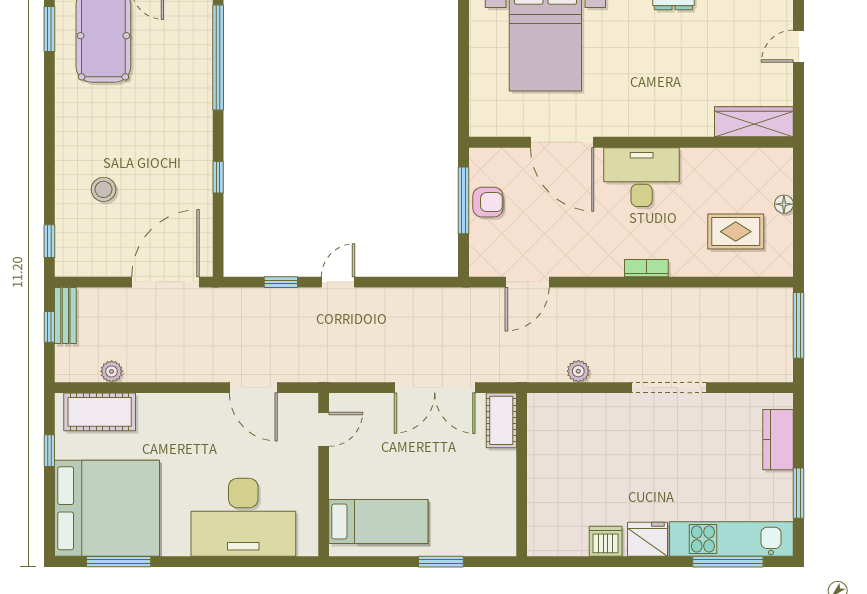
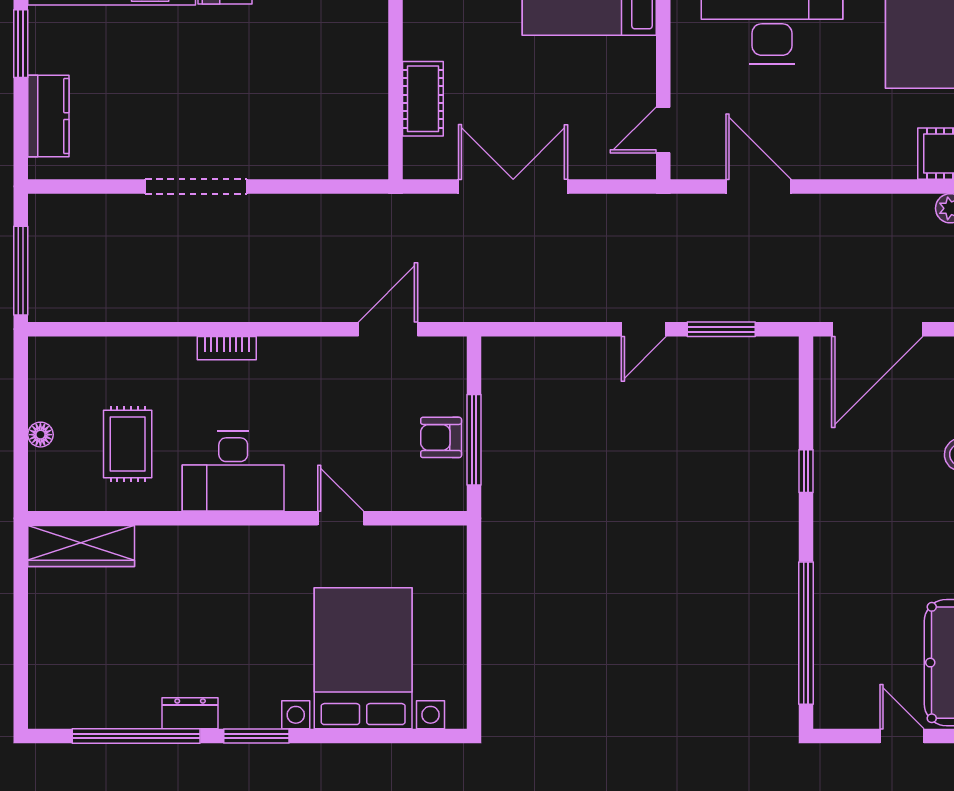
door: (799, 46) -> (21, 648), removed
door: (562, 142) -> (341, 518), width x0.53
rug: (736, 232) -> (128, 444), moved, turned 90
window: (281, 282) -> (721, 329), width x1.50
plant: (578, 371) -> (319, 209), removed
cot: (501, 420) -> (423, 99), moved

